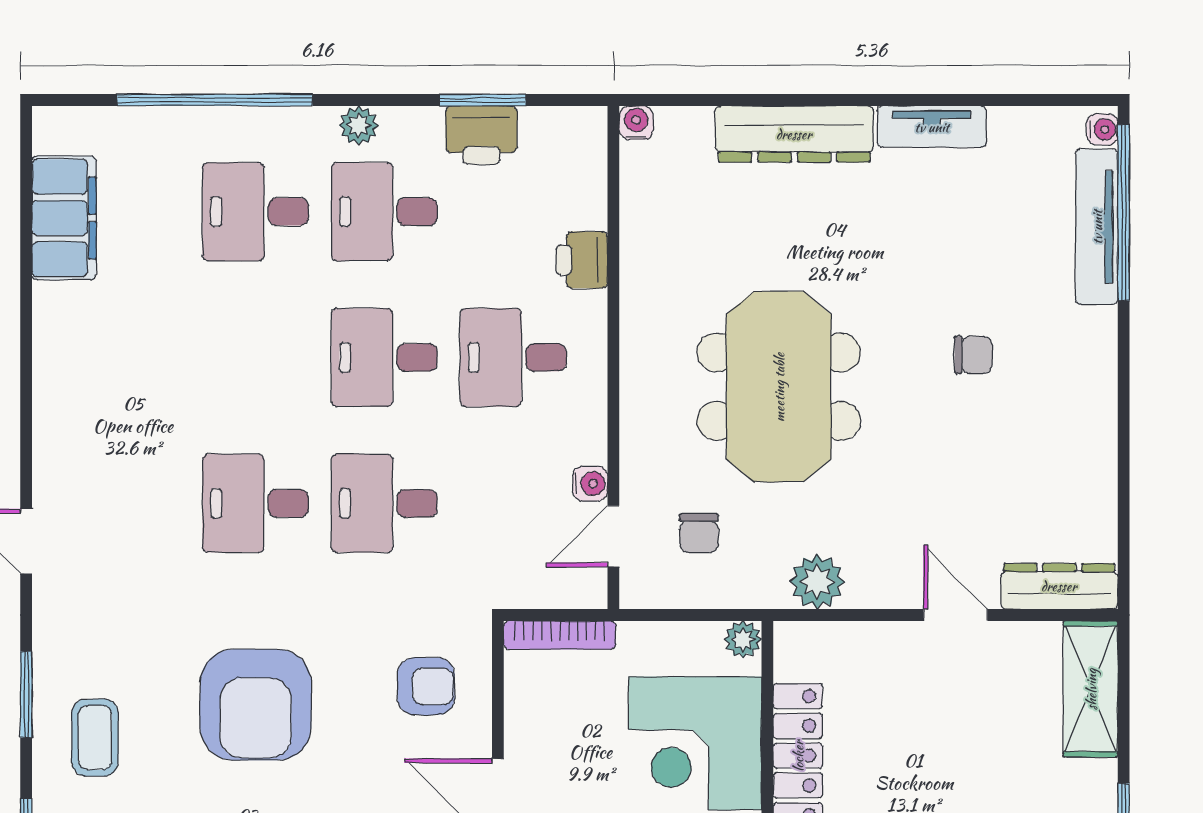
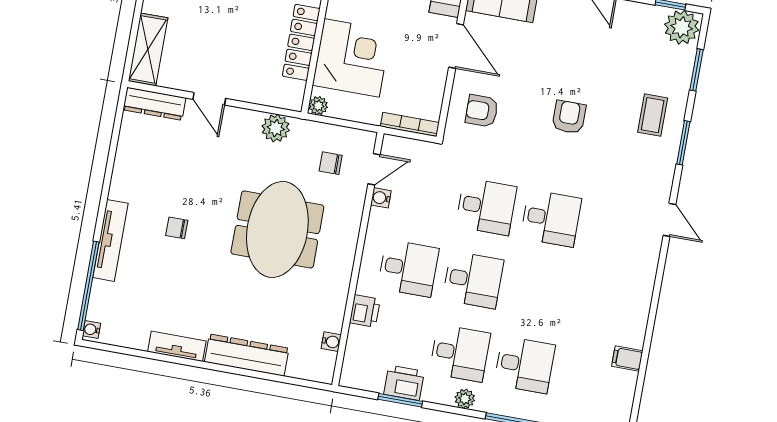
water cooler: (636, 123) -> (331, 342), moved, turned -90
filing cabinet: (64, 218) -> (627, 359), width x0.33, depth x0.86
tv unit: (1097, 227) -> (111, 240), moved
chair: (699, 533) -> (331, 163), turned -90
armchair: (256, 705) -> (569, 117), width x0.53, depth x0.53

